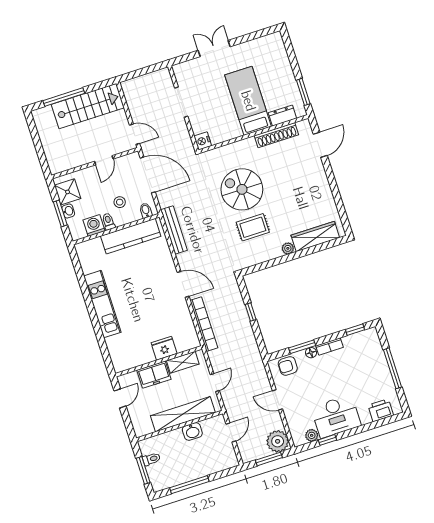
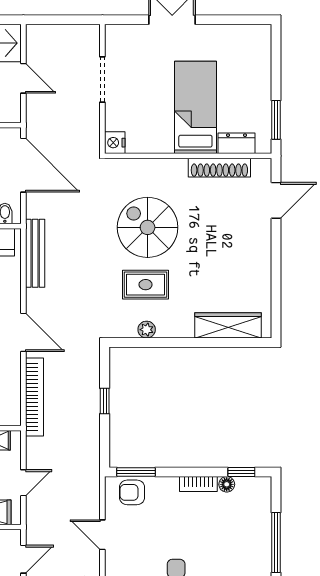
door: (135, 134) -> (23, 78), moved
plant: (288, 248) -> (147, 330), moved
window: (302, 347) -> (136, 472), moved
floor lamp: (311, 353) -> (227, 484), moved

